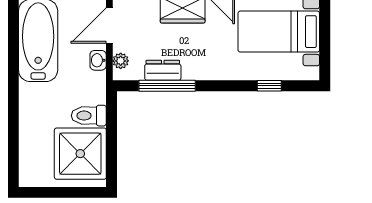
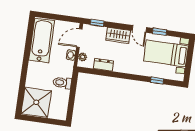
window: (167, 86) -> (105, 73), removed
shower: (80, 154) -> (36, 102), moved

